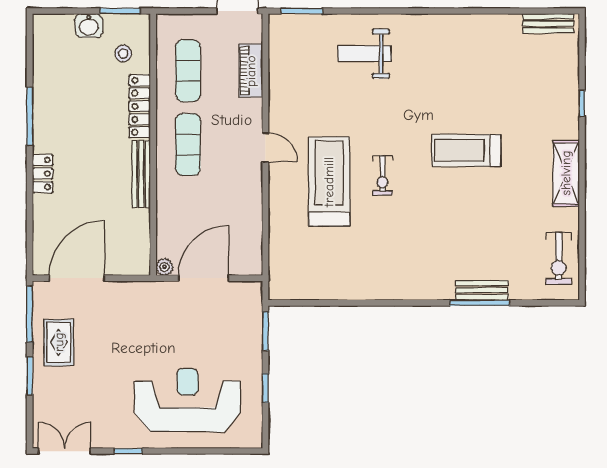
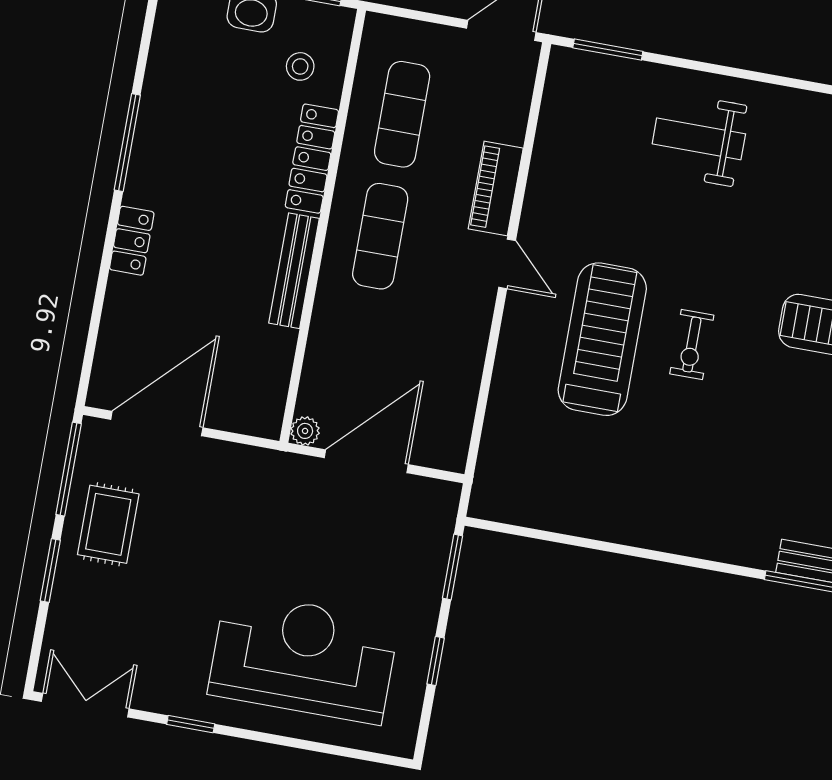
piano: (251, 71) -> (496, 189), moved

